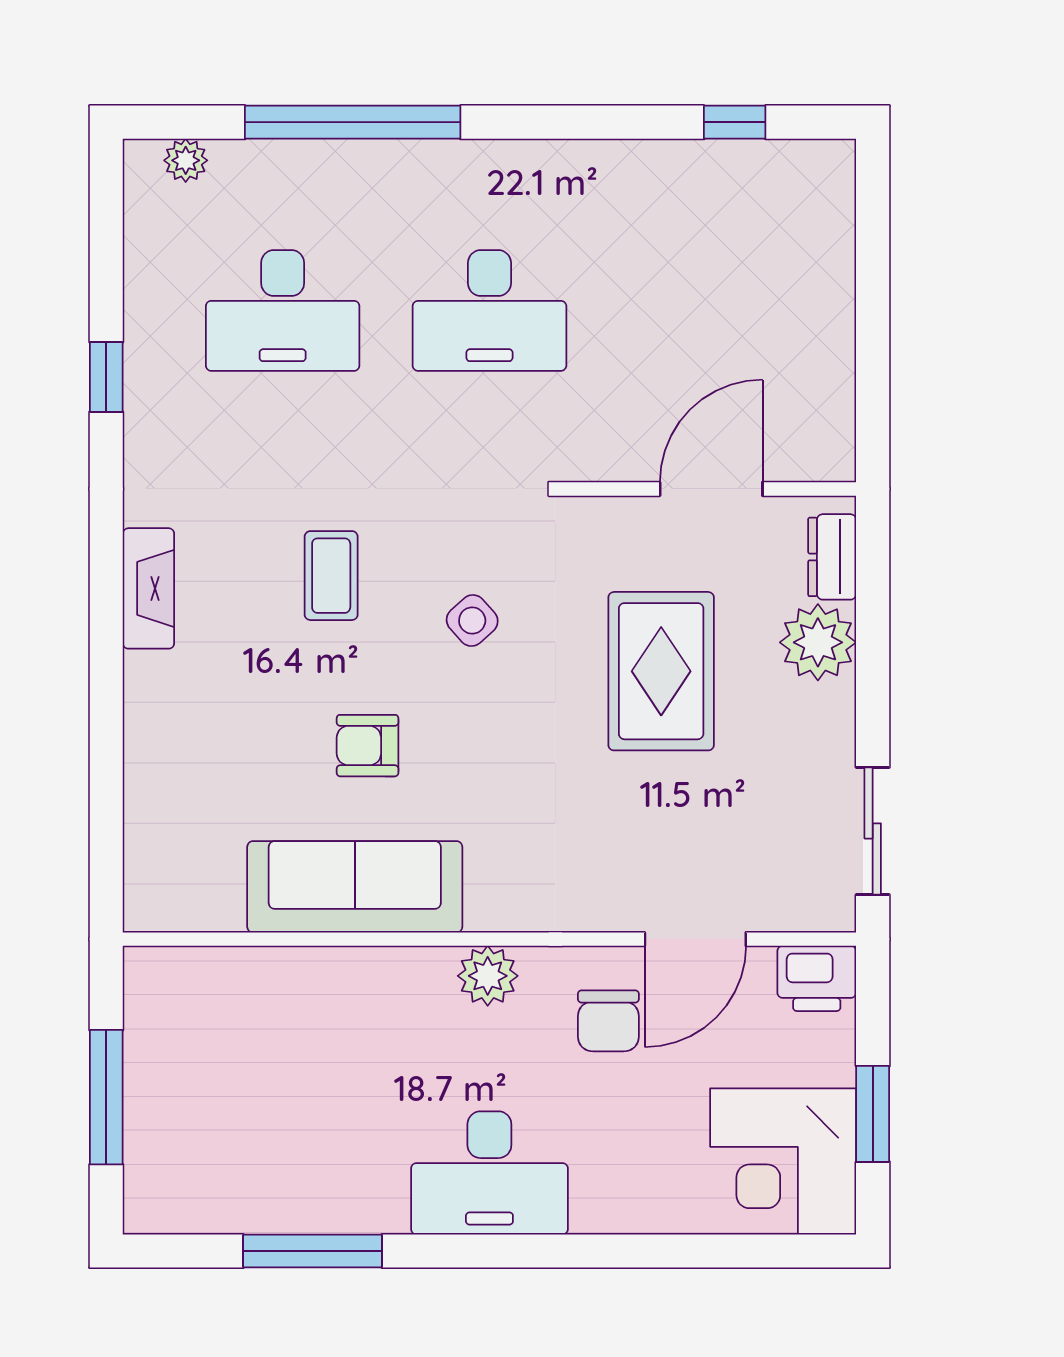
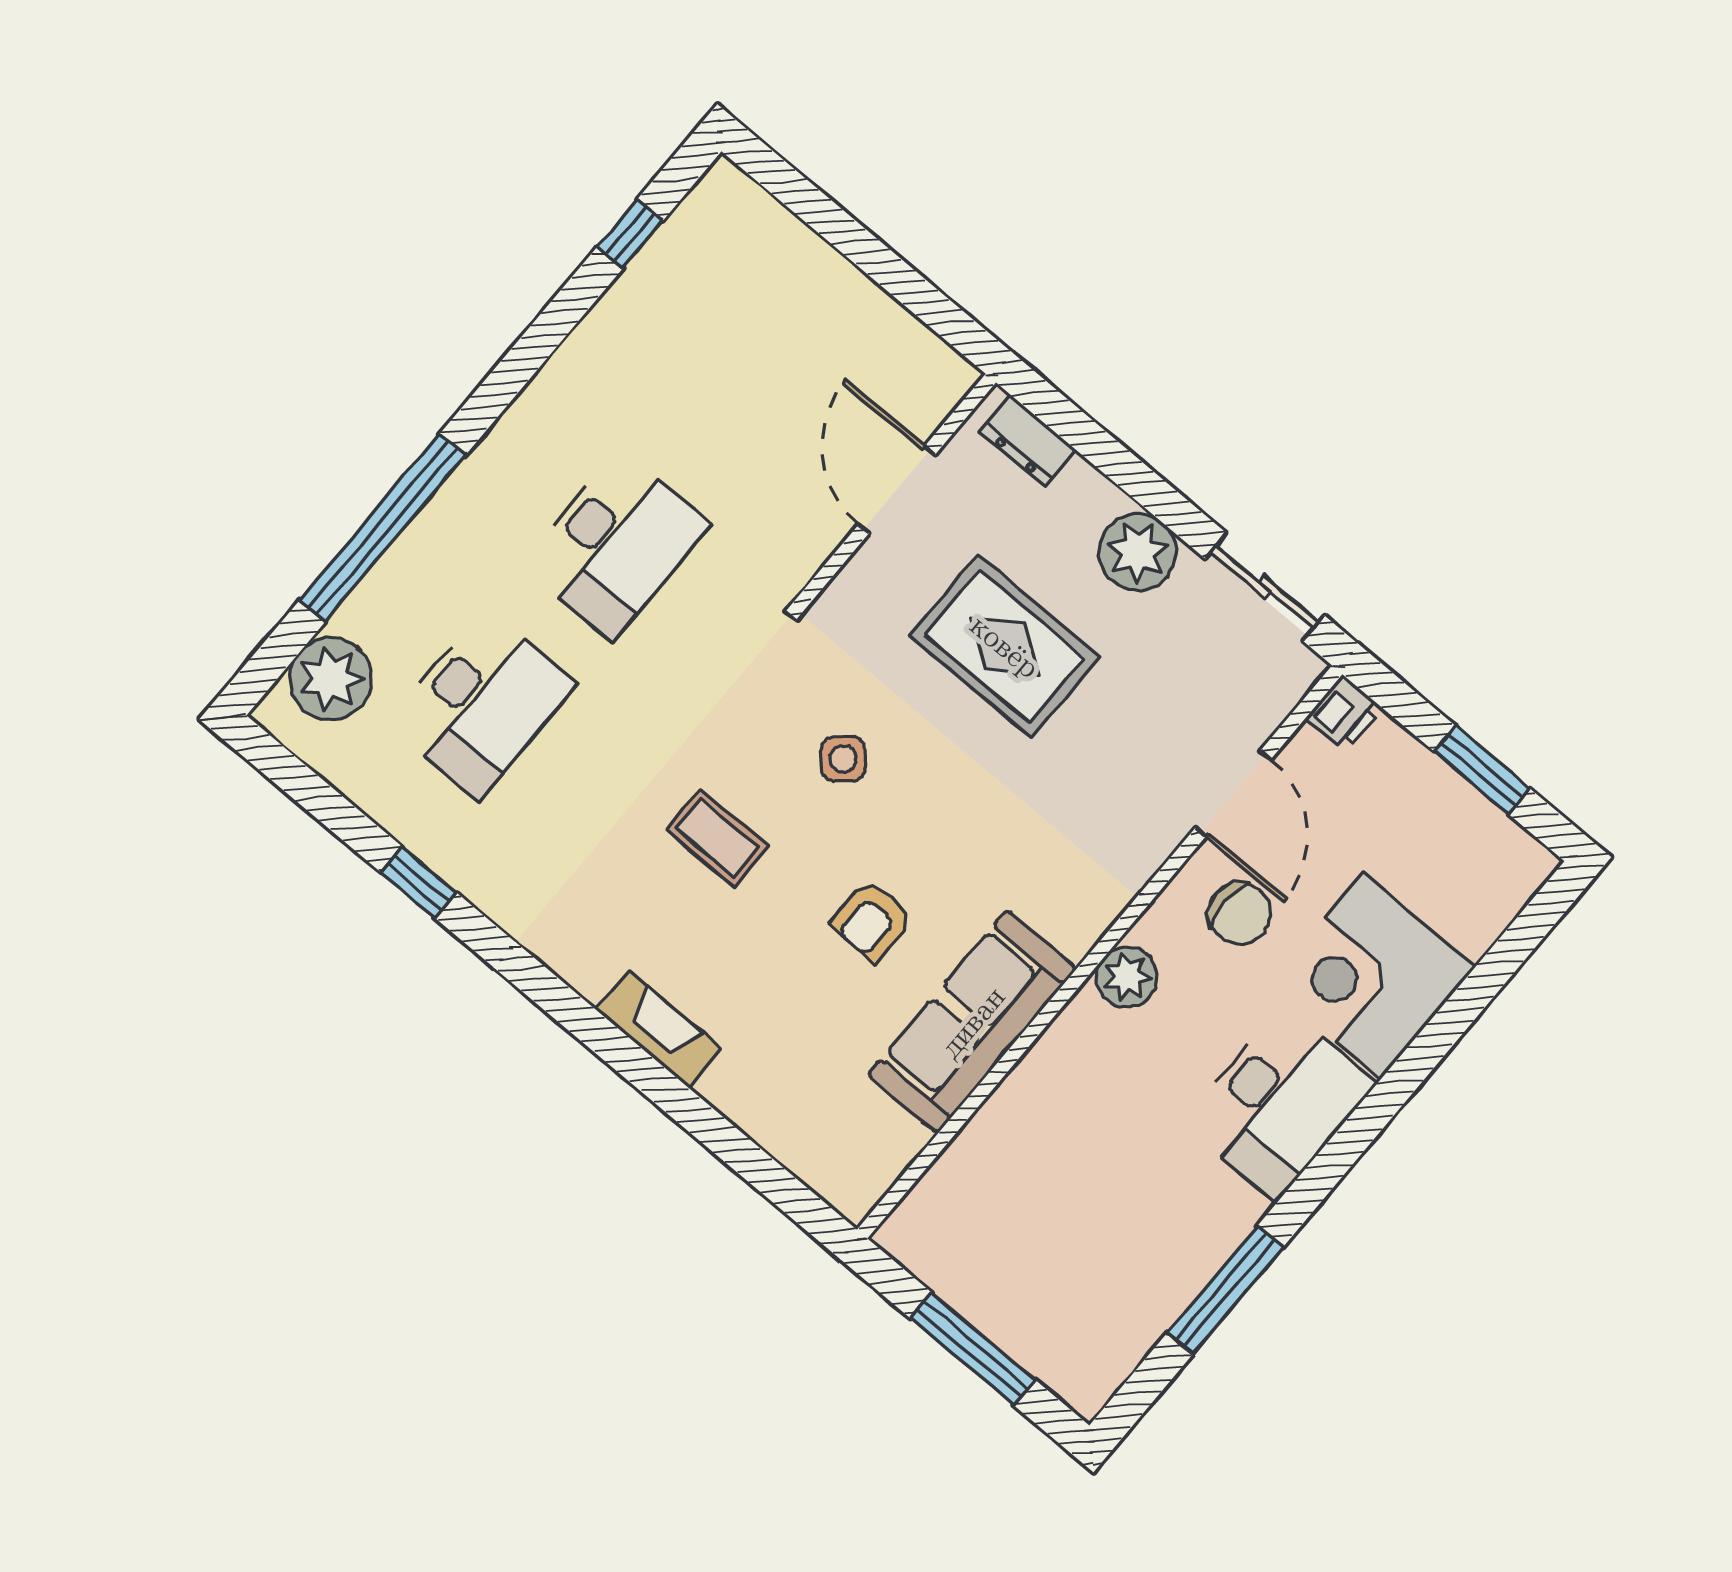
plant: (186, 160) -> (331, 679), width x1.87, depth x1.87
fireplace: (148, 588) -> (659, 1029), moved
plant: (818, 642) -> (1138, 552), moved
printer: (817, 978) -> (1344, 713), width x0.73, depth x0.81
corner desk: (783, 1161) -> (1372, 976), moved, turned 90

